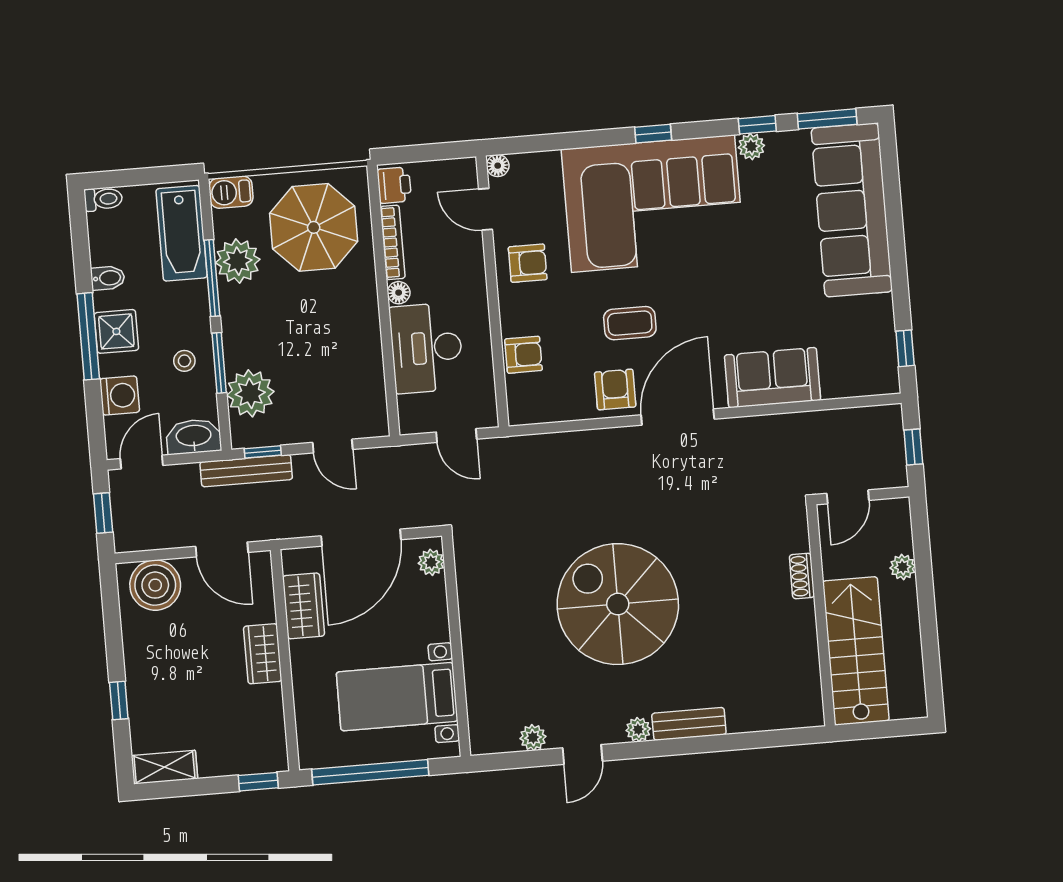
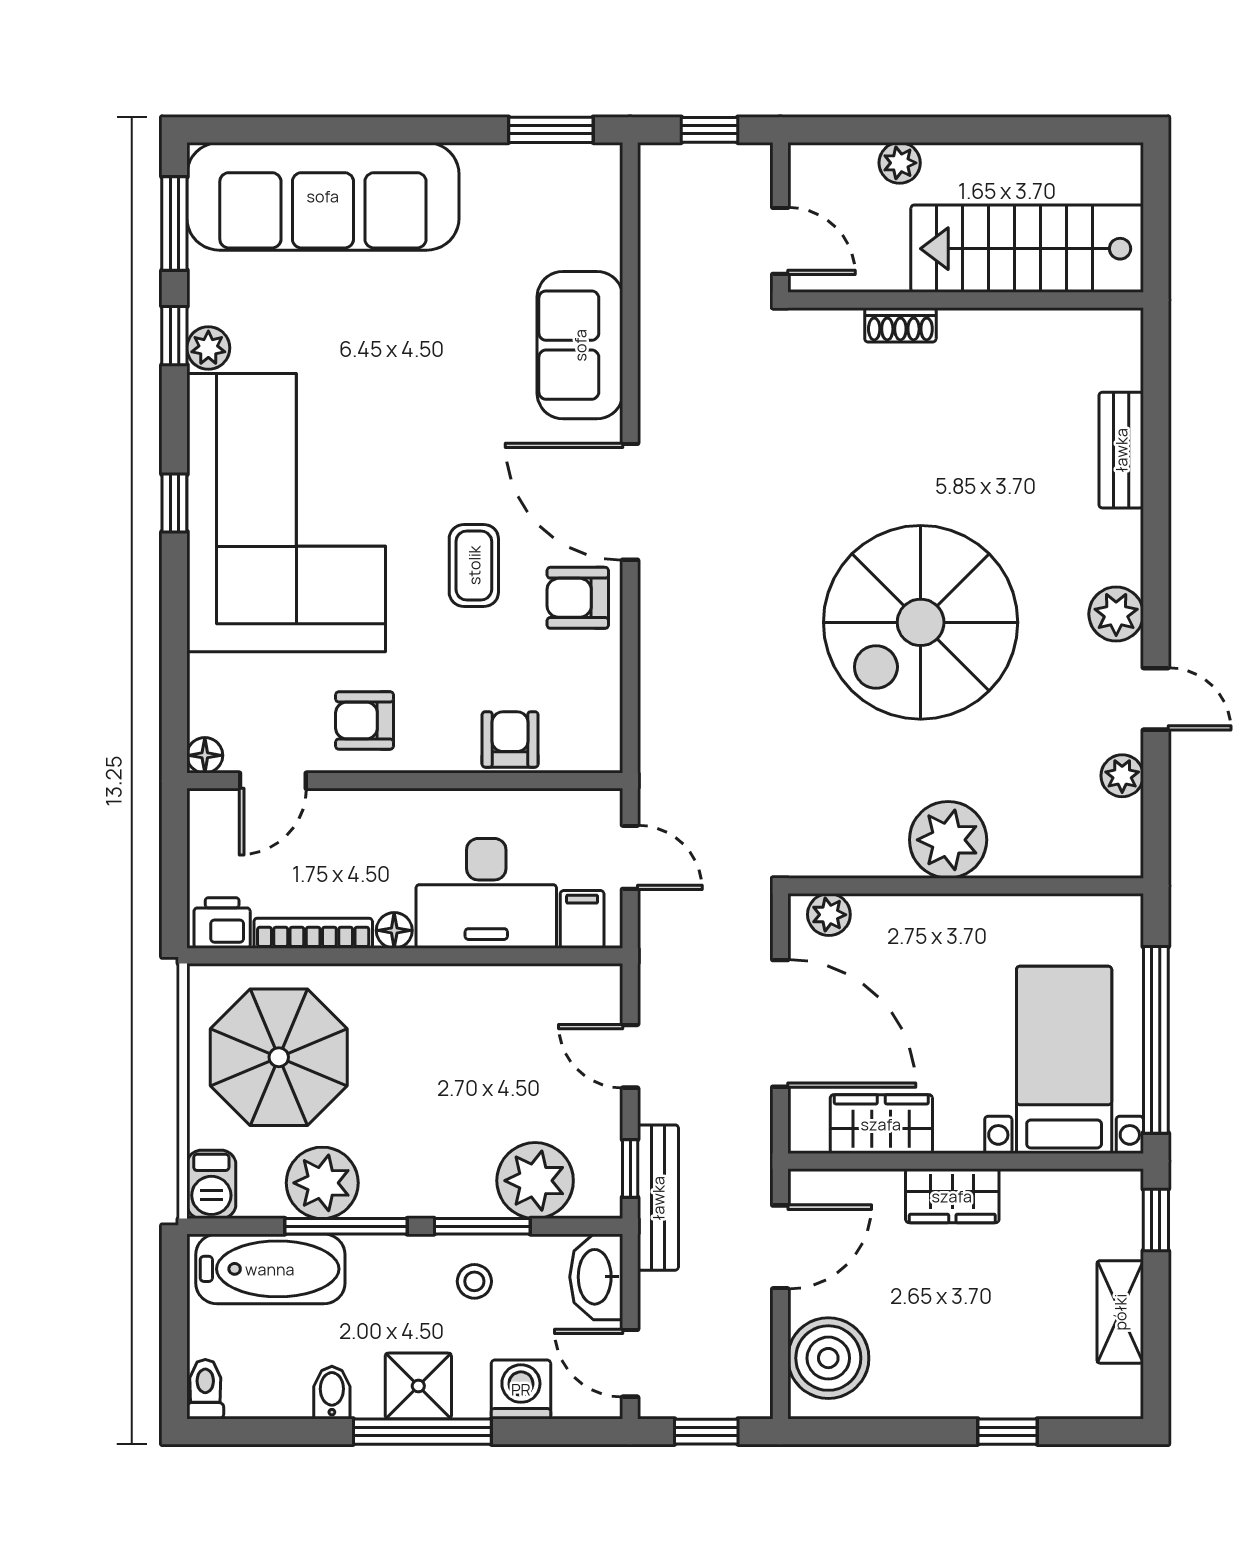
armchair: (528, 263) -> (364, 720), turned -90
window: (905, 348) -> (551, 130), width x1.50
filing cabinet: (415, 409) -> (582, 919), added
door: (456, 436) -> (630, 857), hinge flipped
door: (333, 446) -> (630, 1056), swing flipped
plant: (484, 633) -> (948, 840), added
bed with nightstands: (397, 697) -> (1064, 1060), moved, turned 180
bench: (689, 724) -> (1121, 450), moved
plant: (638, 730) -> (1116, 614), width x1.38, depth x1.38
shelving: (164, 767) -> (1120, 1312), moved

